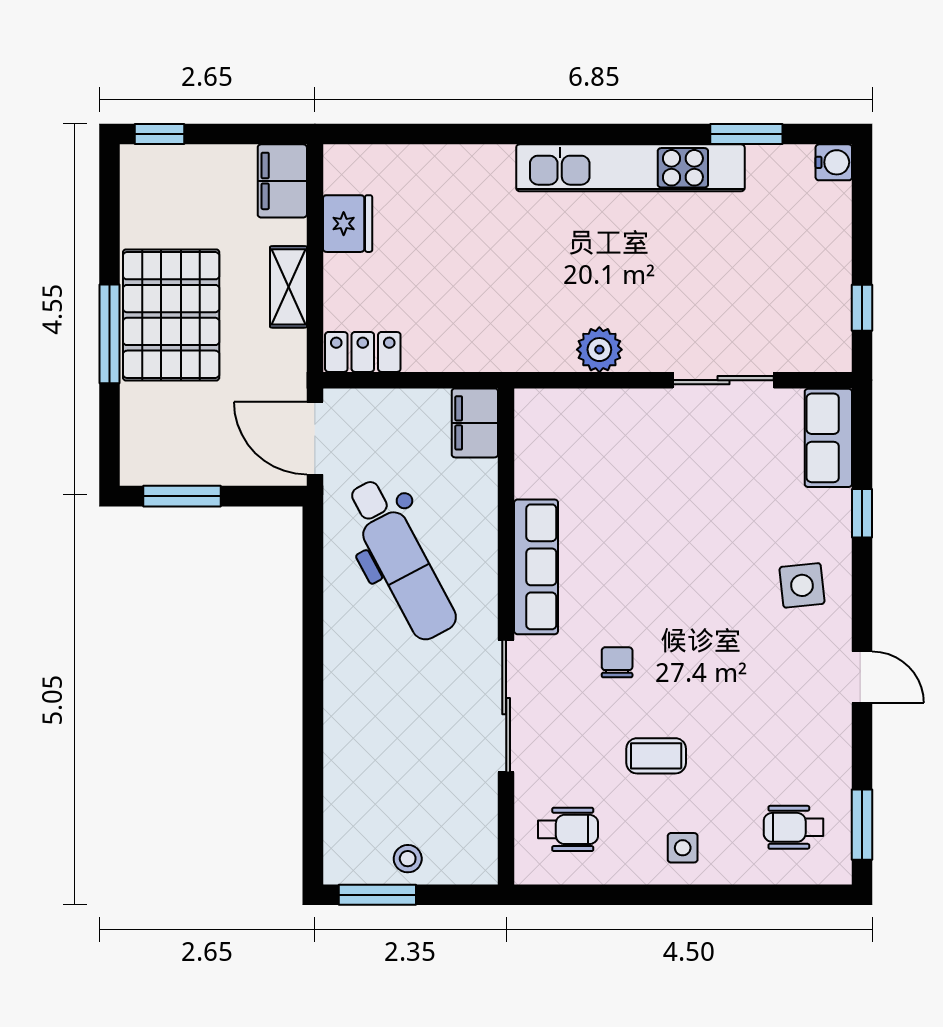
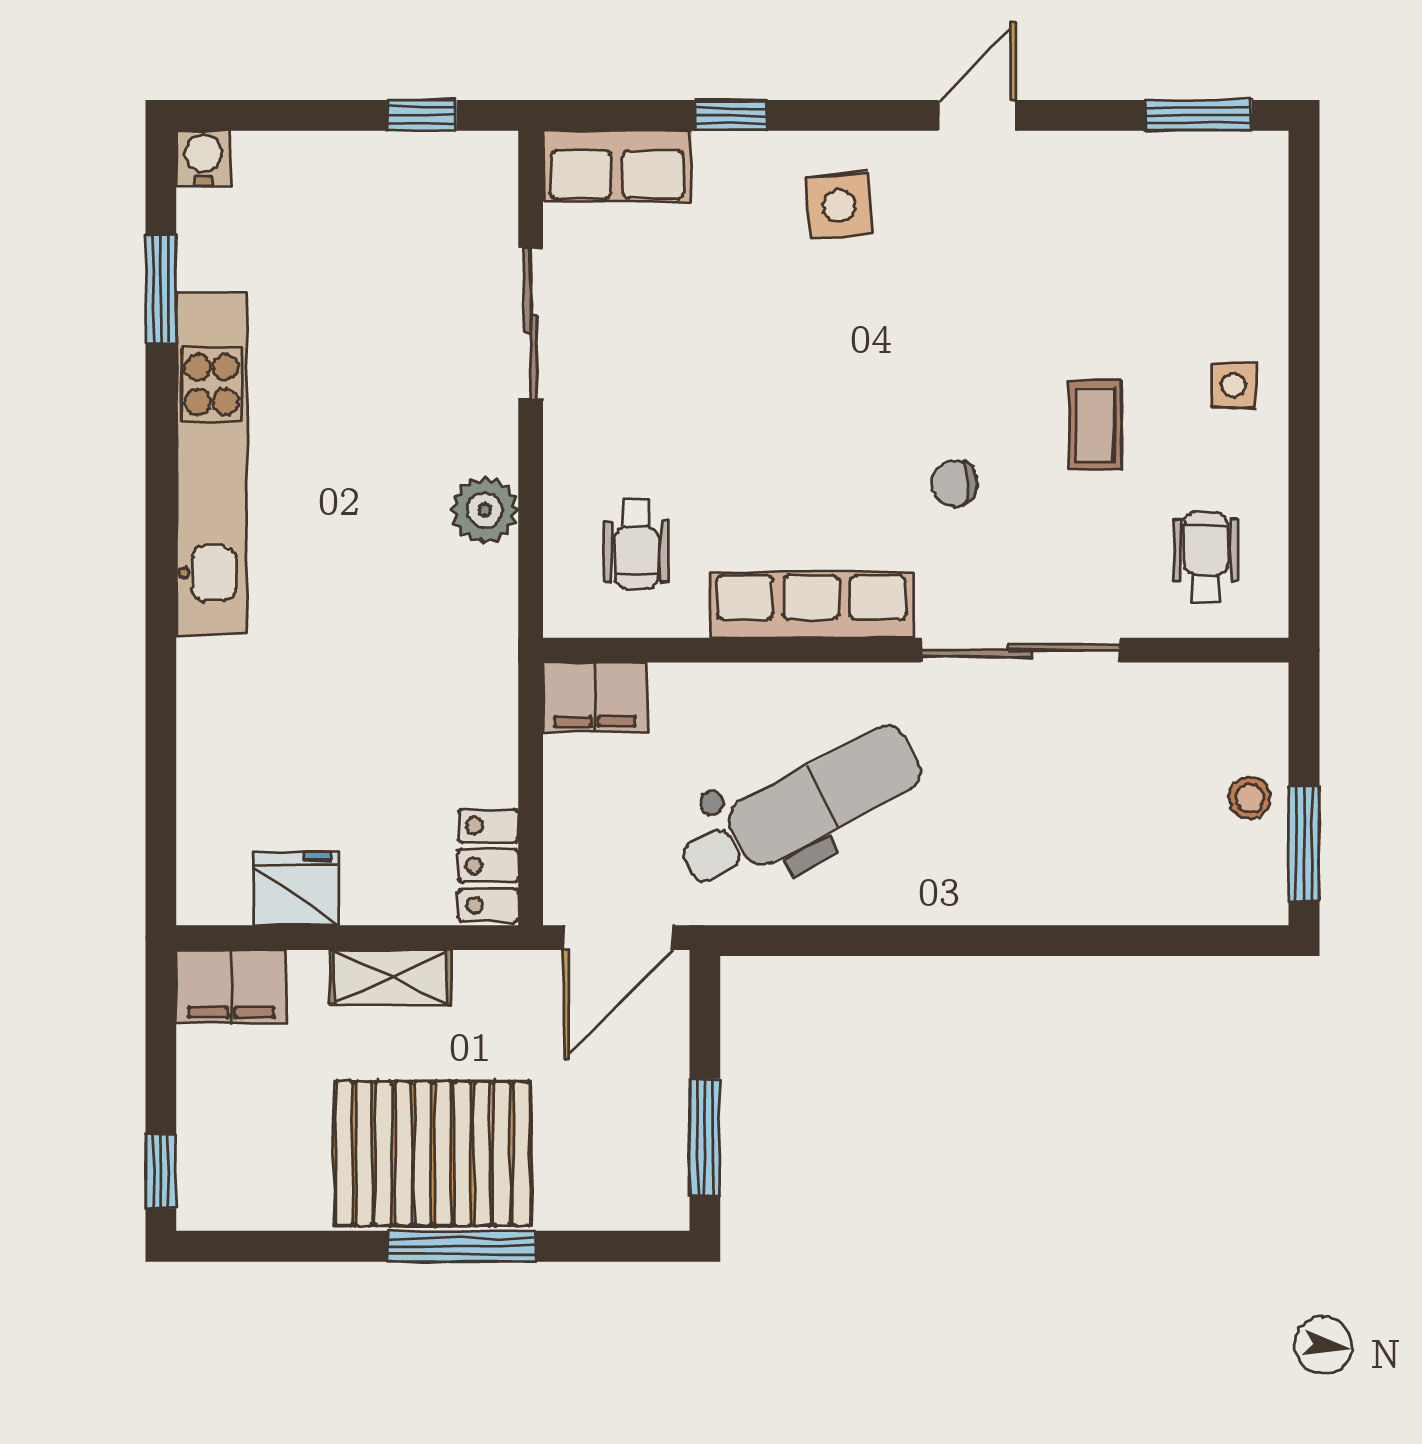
wheelchair: (794, 827) -> (637, 544), moved

